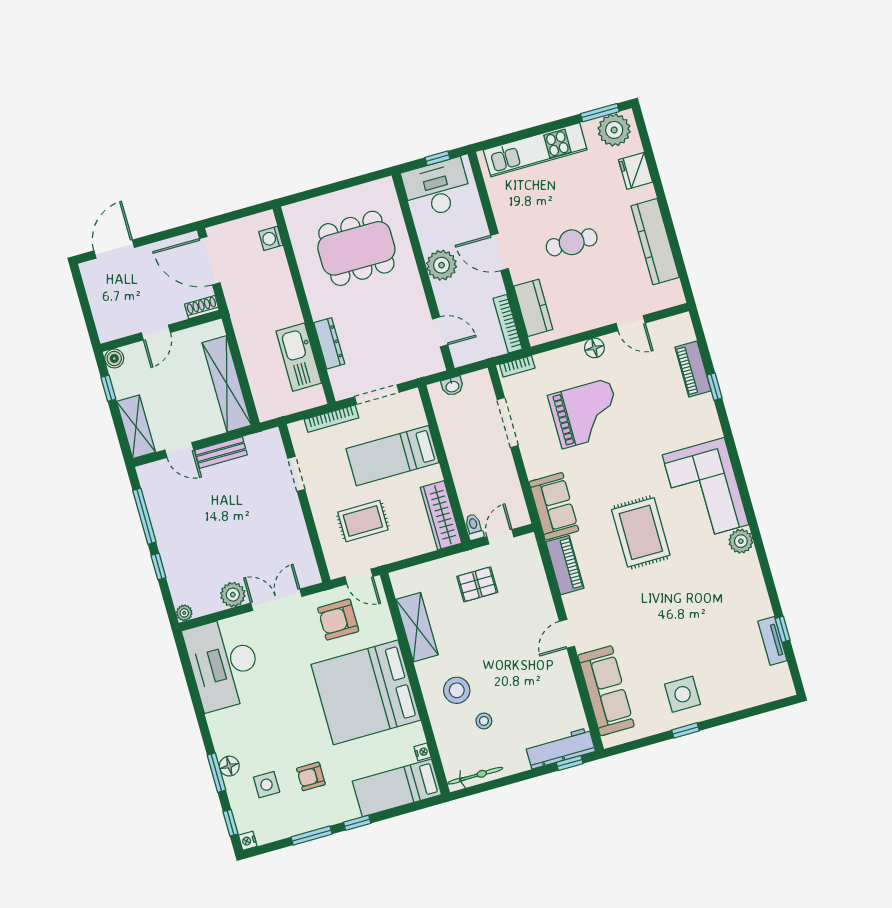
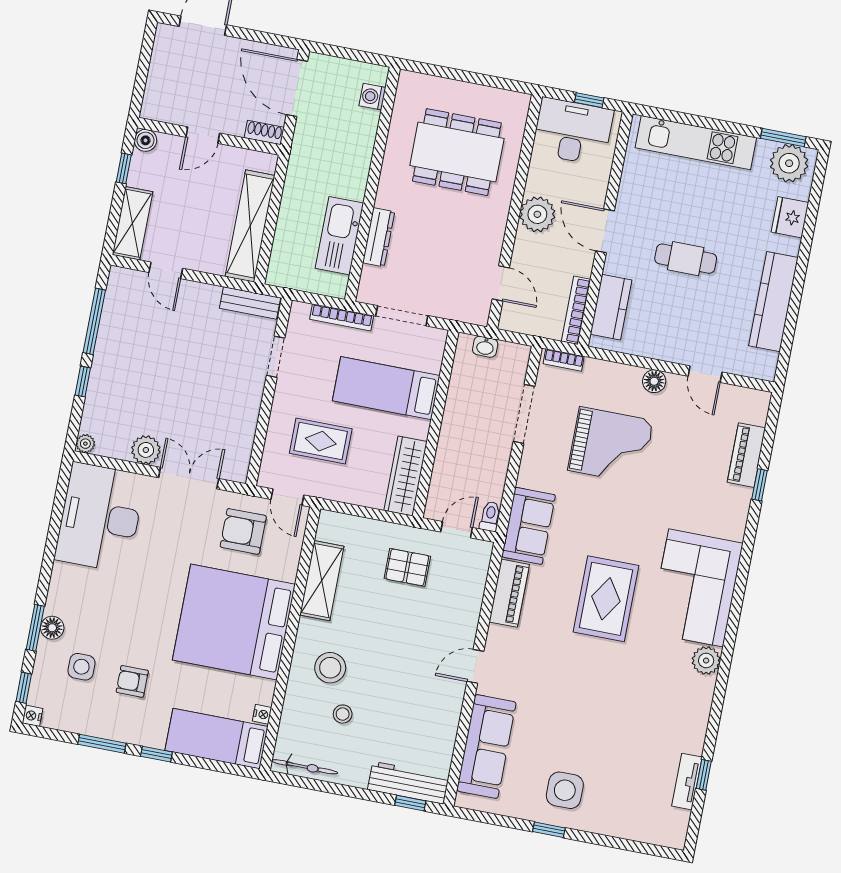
bench: (221, 452) -> (250, 303), moved
toilet: (474, 527) -> (490, 516), moved

